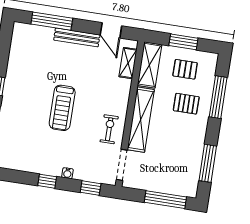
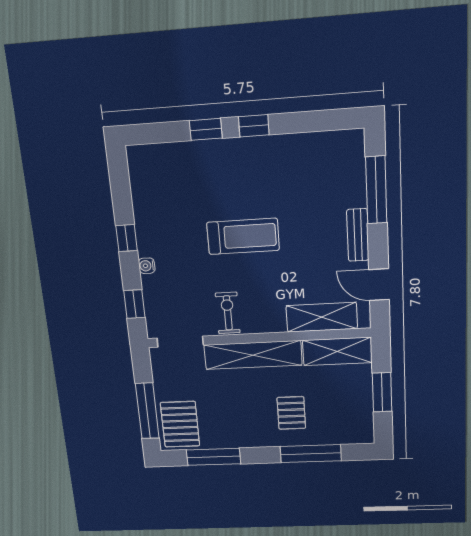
door: (111, 30) -> (379, 285), hinge flipped
bench: (77, 37) -> (358, 235), width x0.73
shelving: (128, 63) -> (322, 317), width x1.50, depth x1.33
pallet: (185, 69) -> (180, 424), moved, width x1.50, depth x1.42
treadmill: (62, 108) -> (243, 236), turned 180
exercise bike: (109, 129) -> (228, 313), turned -90

